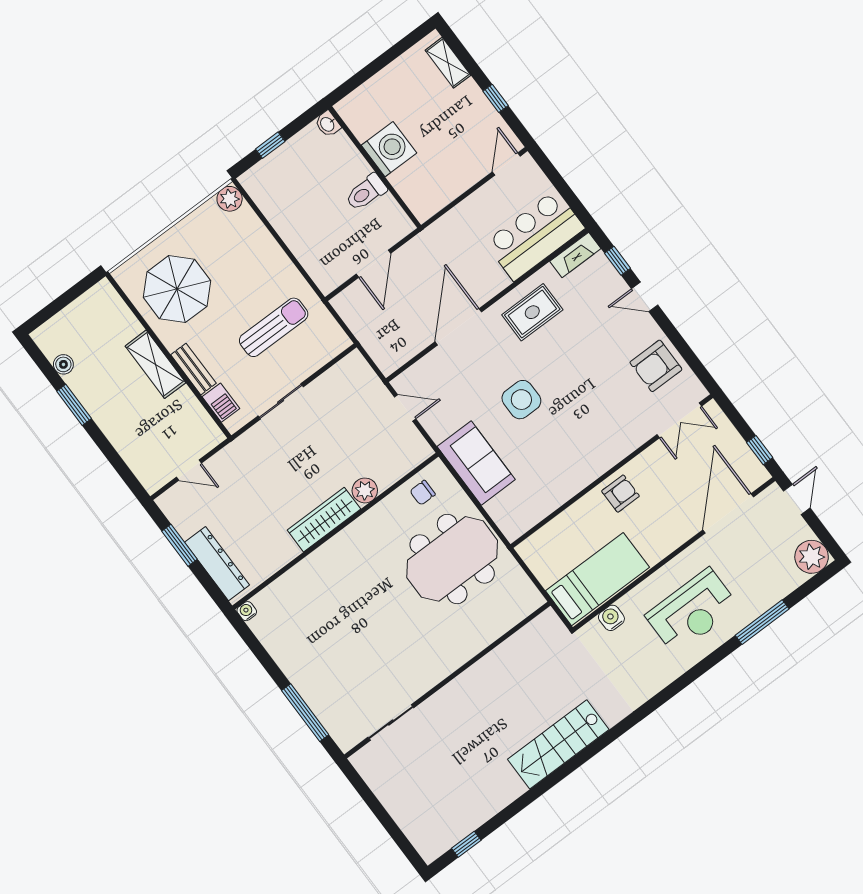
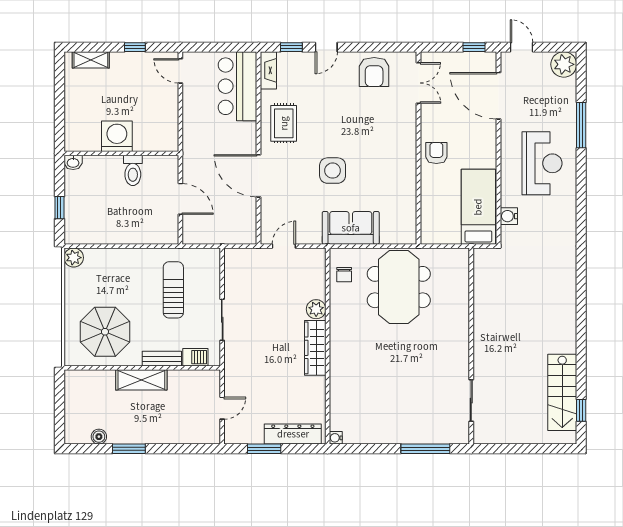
stairs: (558, 744) -> (562, 392), moved

